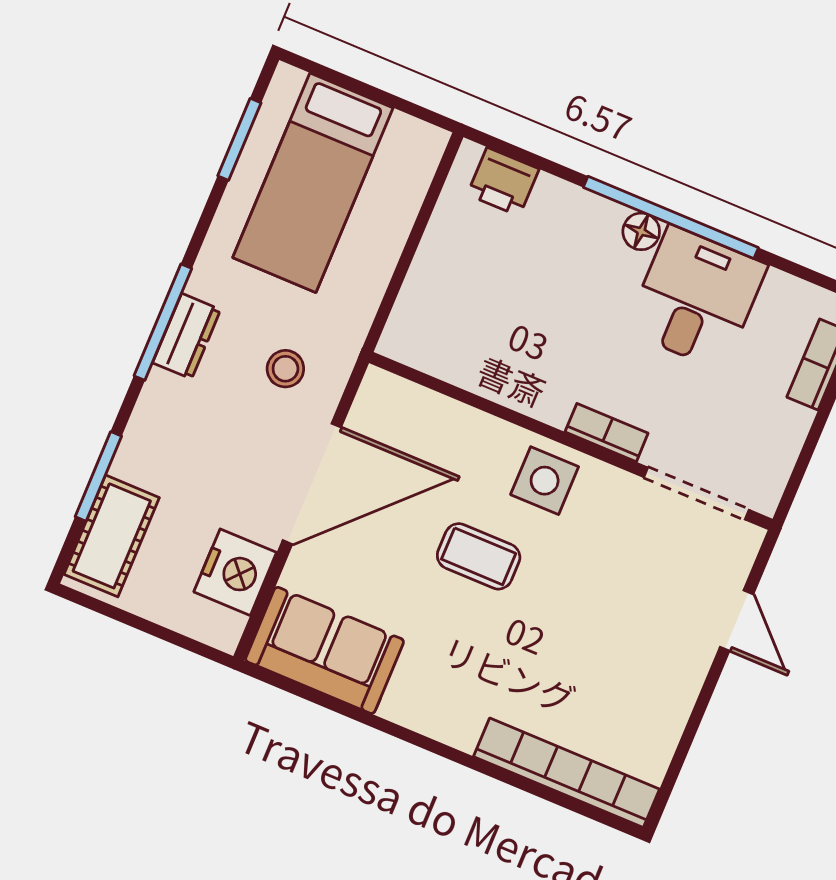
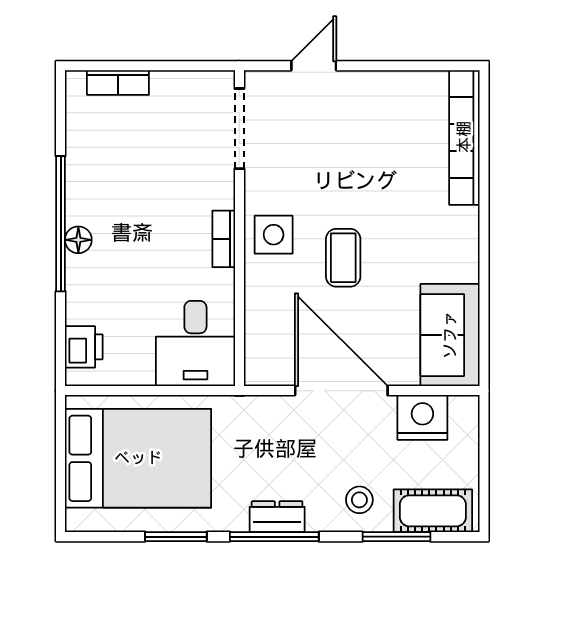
window: (239, 139) -> (176, 537), moved
bed: (313, 183) -> (138, 458), width x1.50
desk: (696, 298) -> (195, 344), moved, turned -90
stool: (285, 369) -> (359, 500), moved
bookcase: (607, 433) -> (224, 239), moved

